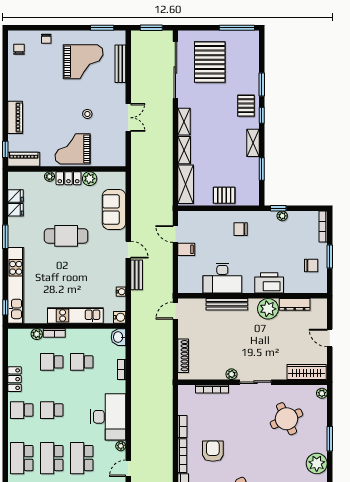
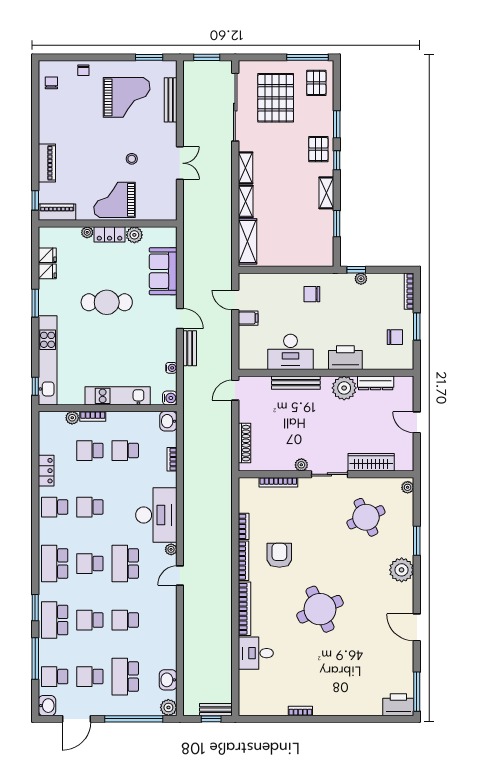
pallet: (224, 195) -> (316, 83), moved, turned 90
wardrobe: (307, 372) -> (371, 462), moved
school desk: (52, 458) -> (90, 564), width x0.54

